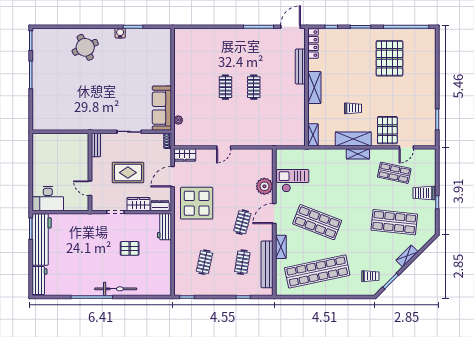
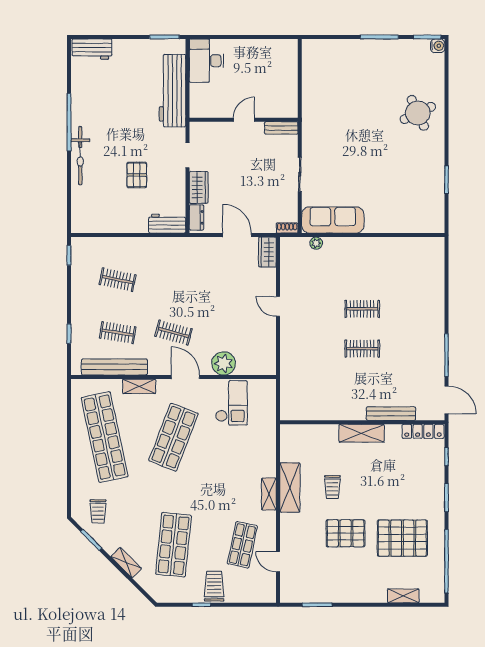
water cooler: (120, 33) -> (438, 46), moved
pallet: (387, 130) -> (346, 533), moved
shelving: (313, 135) -> (403, 596), moved
rug: (128, 173) -> (243, 173), removed
door: (90, 188) -> (244, 120), moved
display table: (197, 203) -> (200, 269), removed
workbench: (42, 239) -> (172, 91), moved, turned 90

